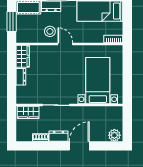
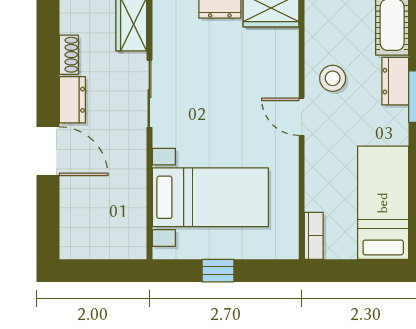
door: (65, 44) -> (302, 117), swing flipped
window: (127, 77) -> (218, 271), added
plant: (114, 135) -> (74, 239), removed

